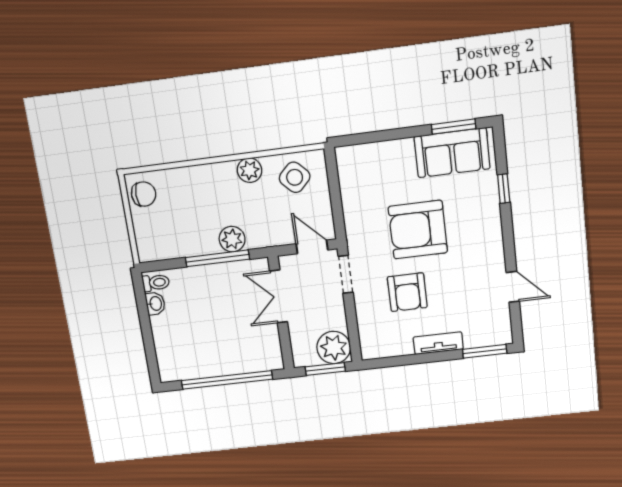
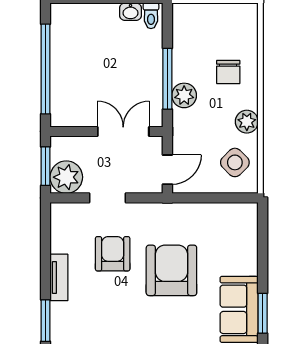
chair: (144, 194) -> (228, 72), moved
doorway: (346, 274) -> (108, 198), moved
armchair: (407, 292) -> (113, 254), turned 90

